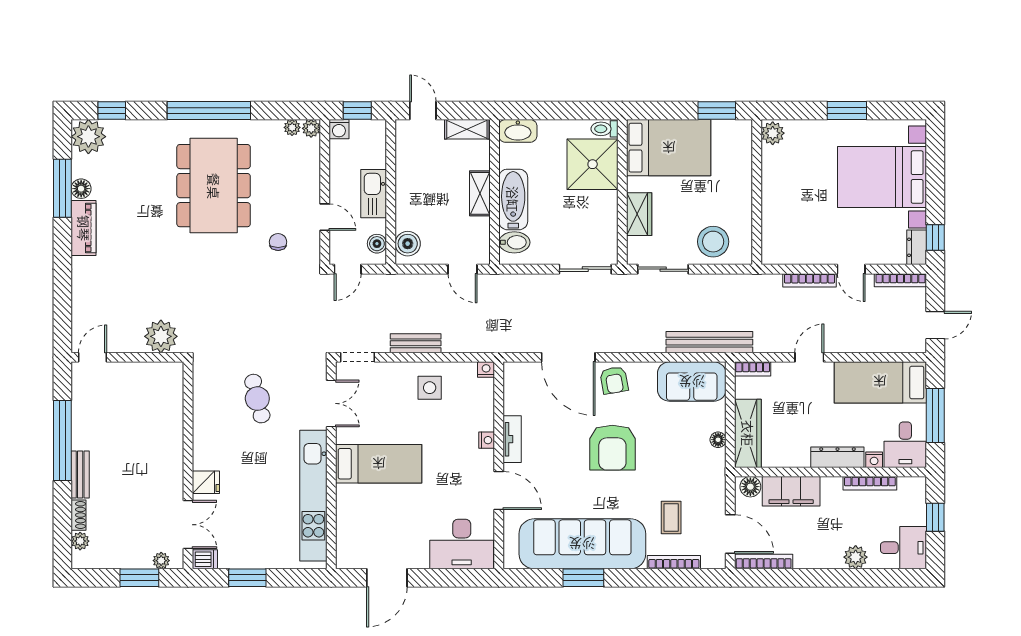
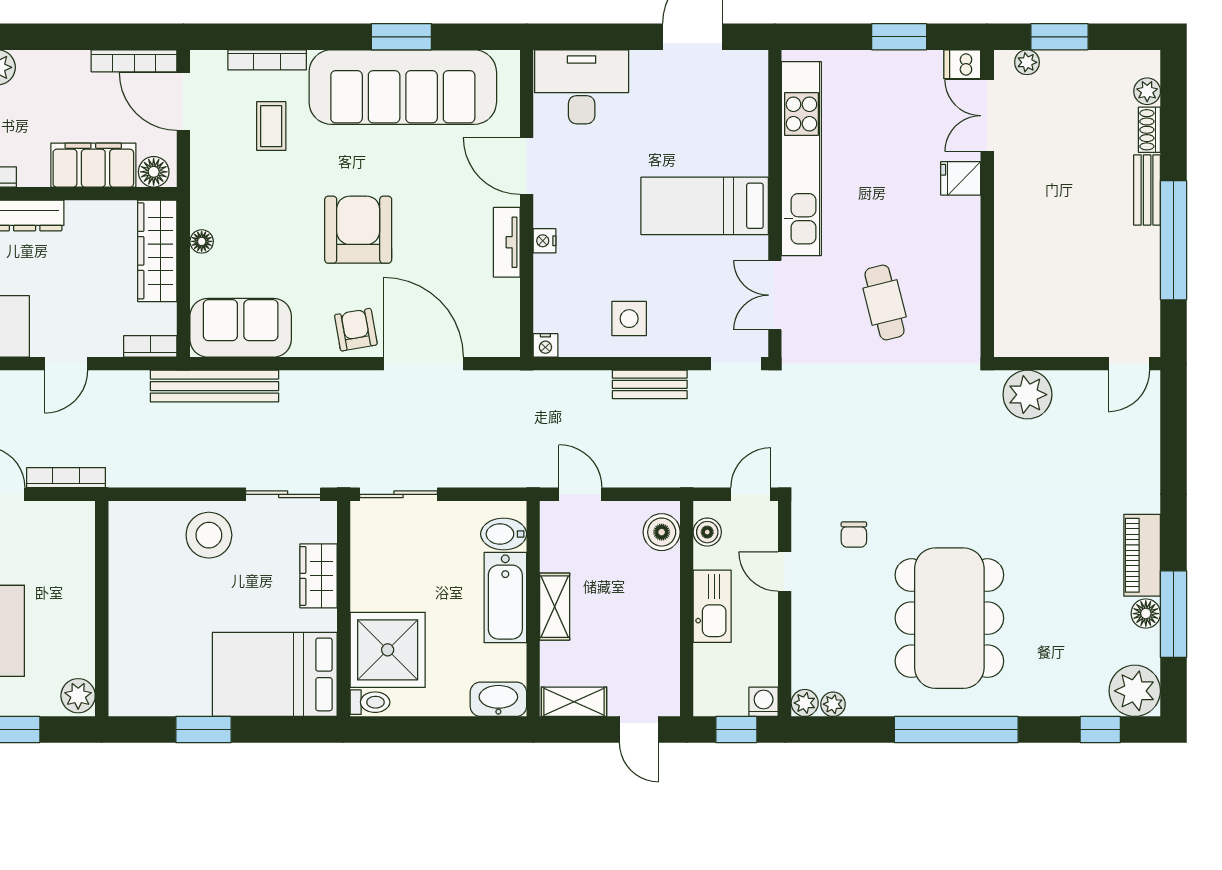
plant: (773, 133) -> (78, 696), moved
wall: (757, 192) -> (102, 609), moved

